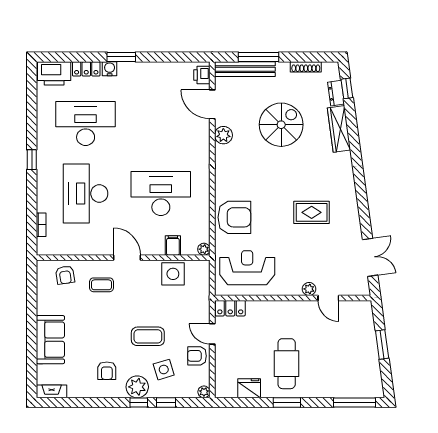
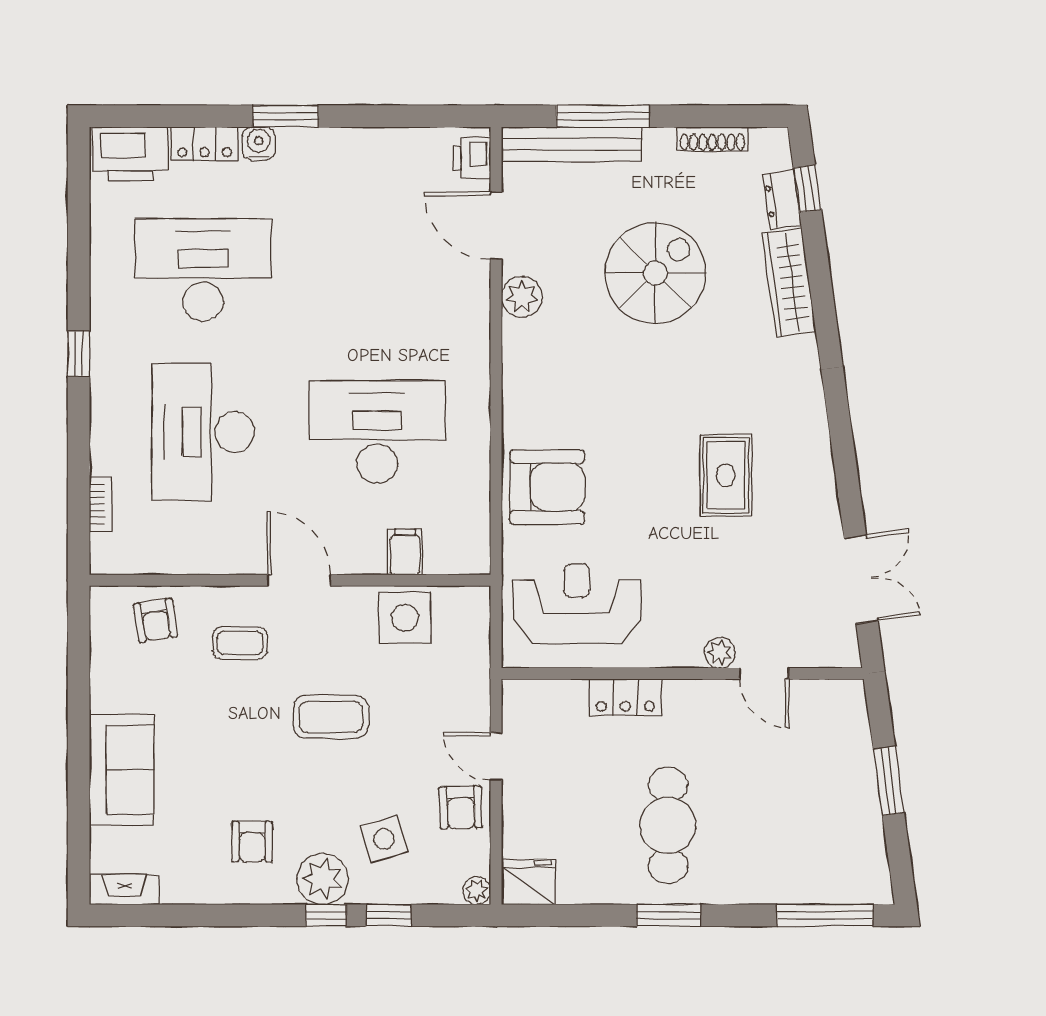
rug: (312, 212) -> (726, 475), turned 90
plant: (204, 249) -> (477, 561), removed
locker: (230, 308) -> (625, 697), moved
coffee table: (148, 336) -> (331, 717), moved
armchair: (197, 356) -> (461, 807), turned -92
fridge: (249, 388) -> (529, 882), moved

